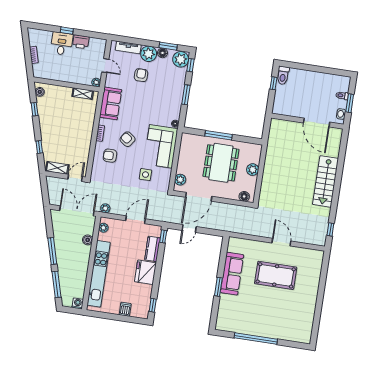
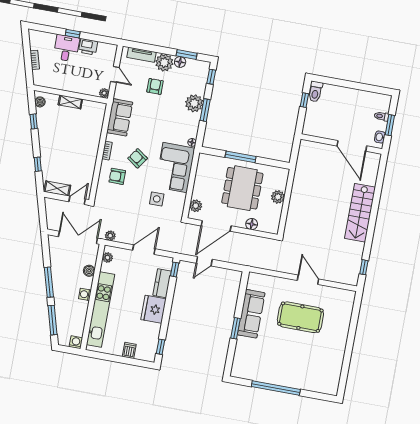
plant: (181, 59) -> (194, 103), moved
shelving: (83, 94) -> (70, 102), moved
floor lamp: (244, 196) -> (252, 224), moved
washing machine: (84, 261) -> (85, 294), added

